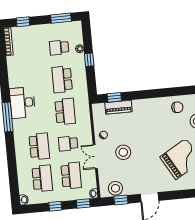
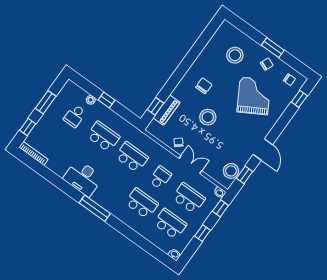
window: (61, 18) -> (46, 102), moved
school desk: (62, 79) -> (103, 136), turned 180
desk: (22, 103) -> (83, 178), moved
chair: (177, 107) -> (204, 86), moved
school desk: (68, 144) -> (160, 178), turned 180
stool: (123, 152) -> (208, 117), moved
double door: (95, 157) -> (190, 165), swing flipped

